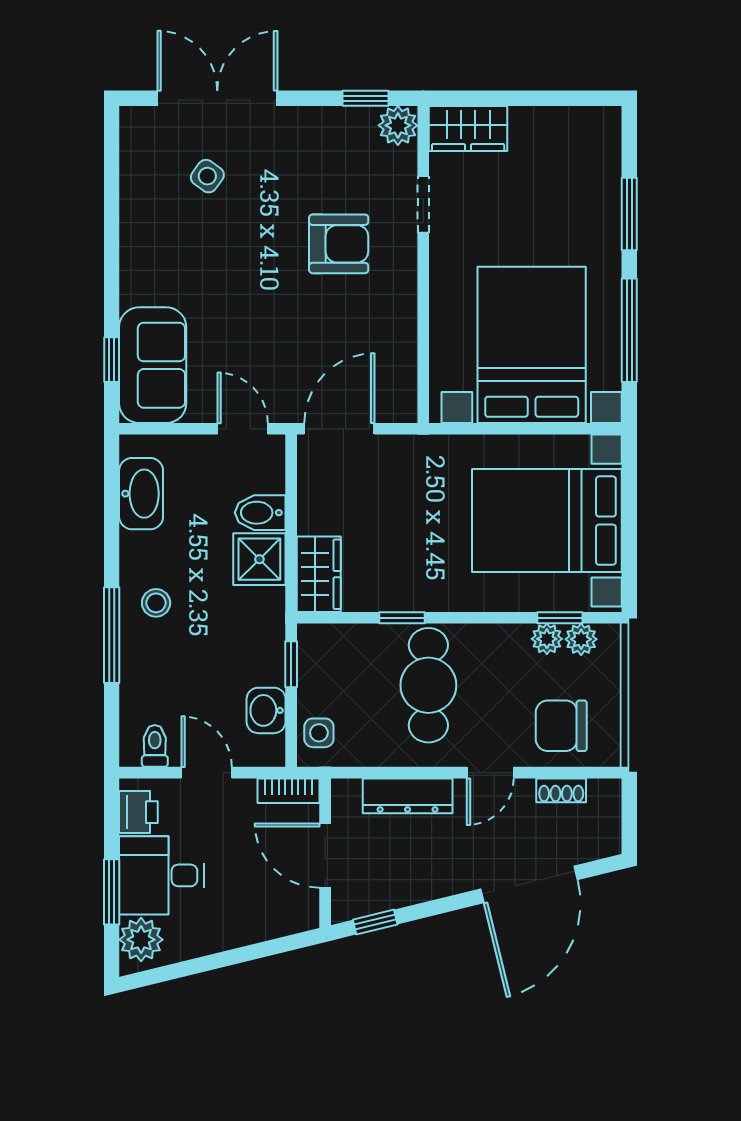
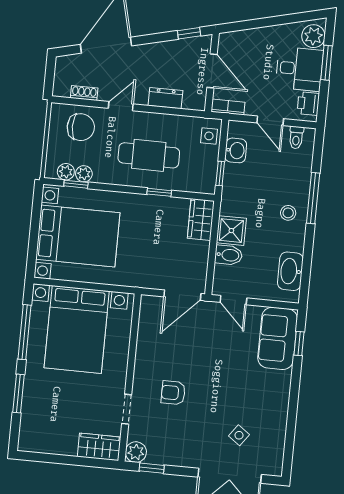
armchair: (339, 244) -> (173, 393), width x0.72, depth x0.72
cafe table: (428, 685) -> (149, 155), turned 90
dresser: (408, 796) -> (165, 98), width x0.70

